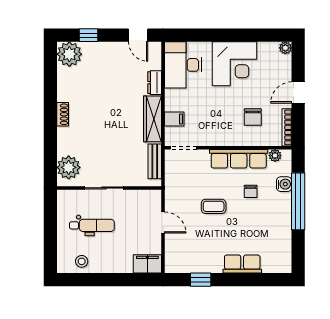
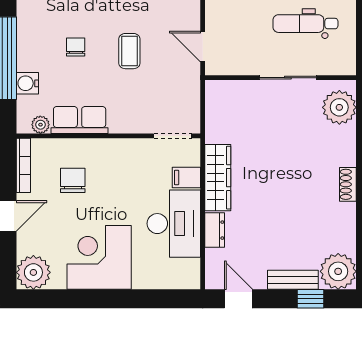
plant: (285, 48) -> (33, 272), width x1.88, depth x1.88
desk: (183, 65) -> (174, 224), moved
row of seats: (239, 159) -> (80, 120), width x0.68
bench: (155, 161) -> (293, 280), moved, turned 90
chair: (251, 191) -> (76, 47), moved
coffee table: (214, 206) -> (129, 51), turned 90
door: (163, 223) -> (203, 46), moved

